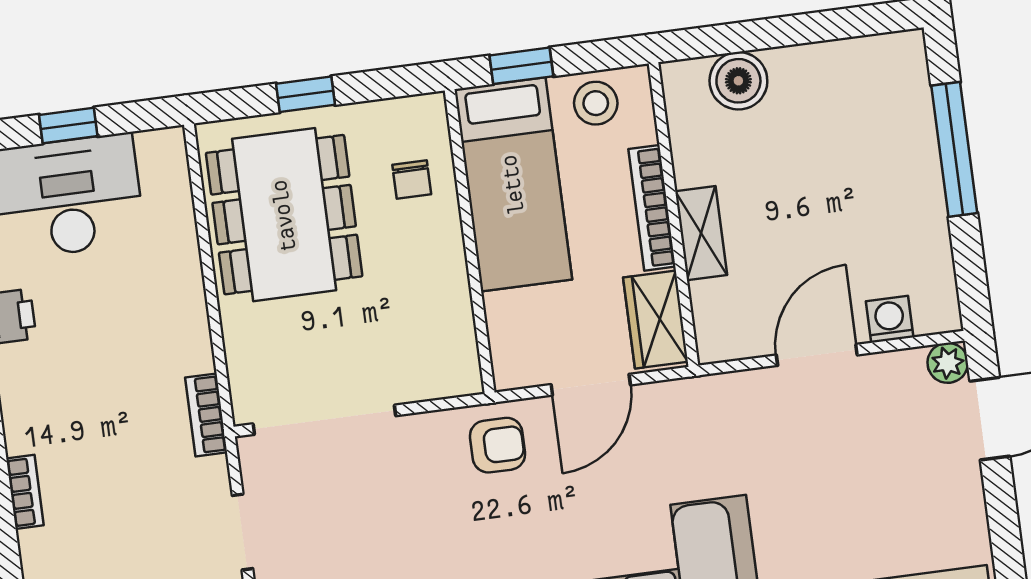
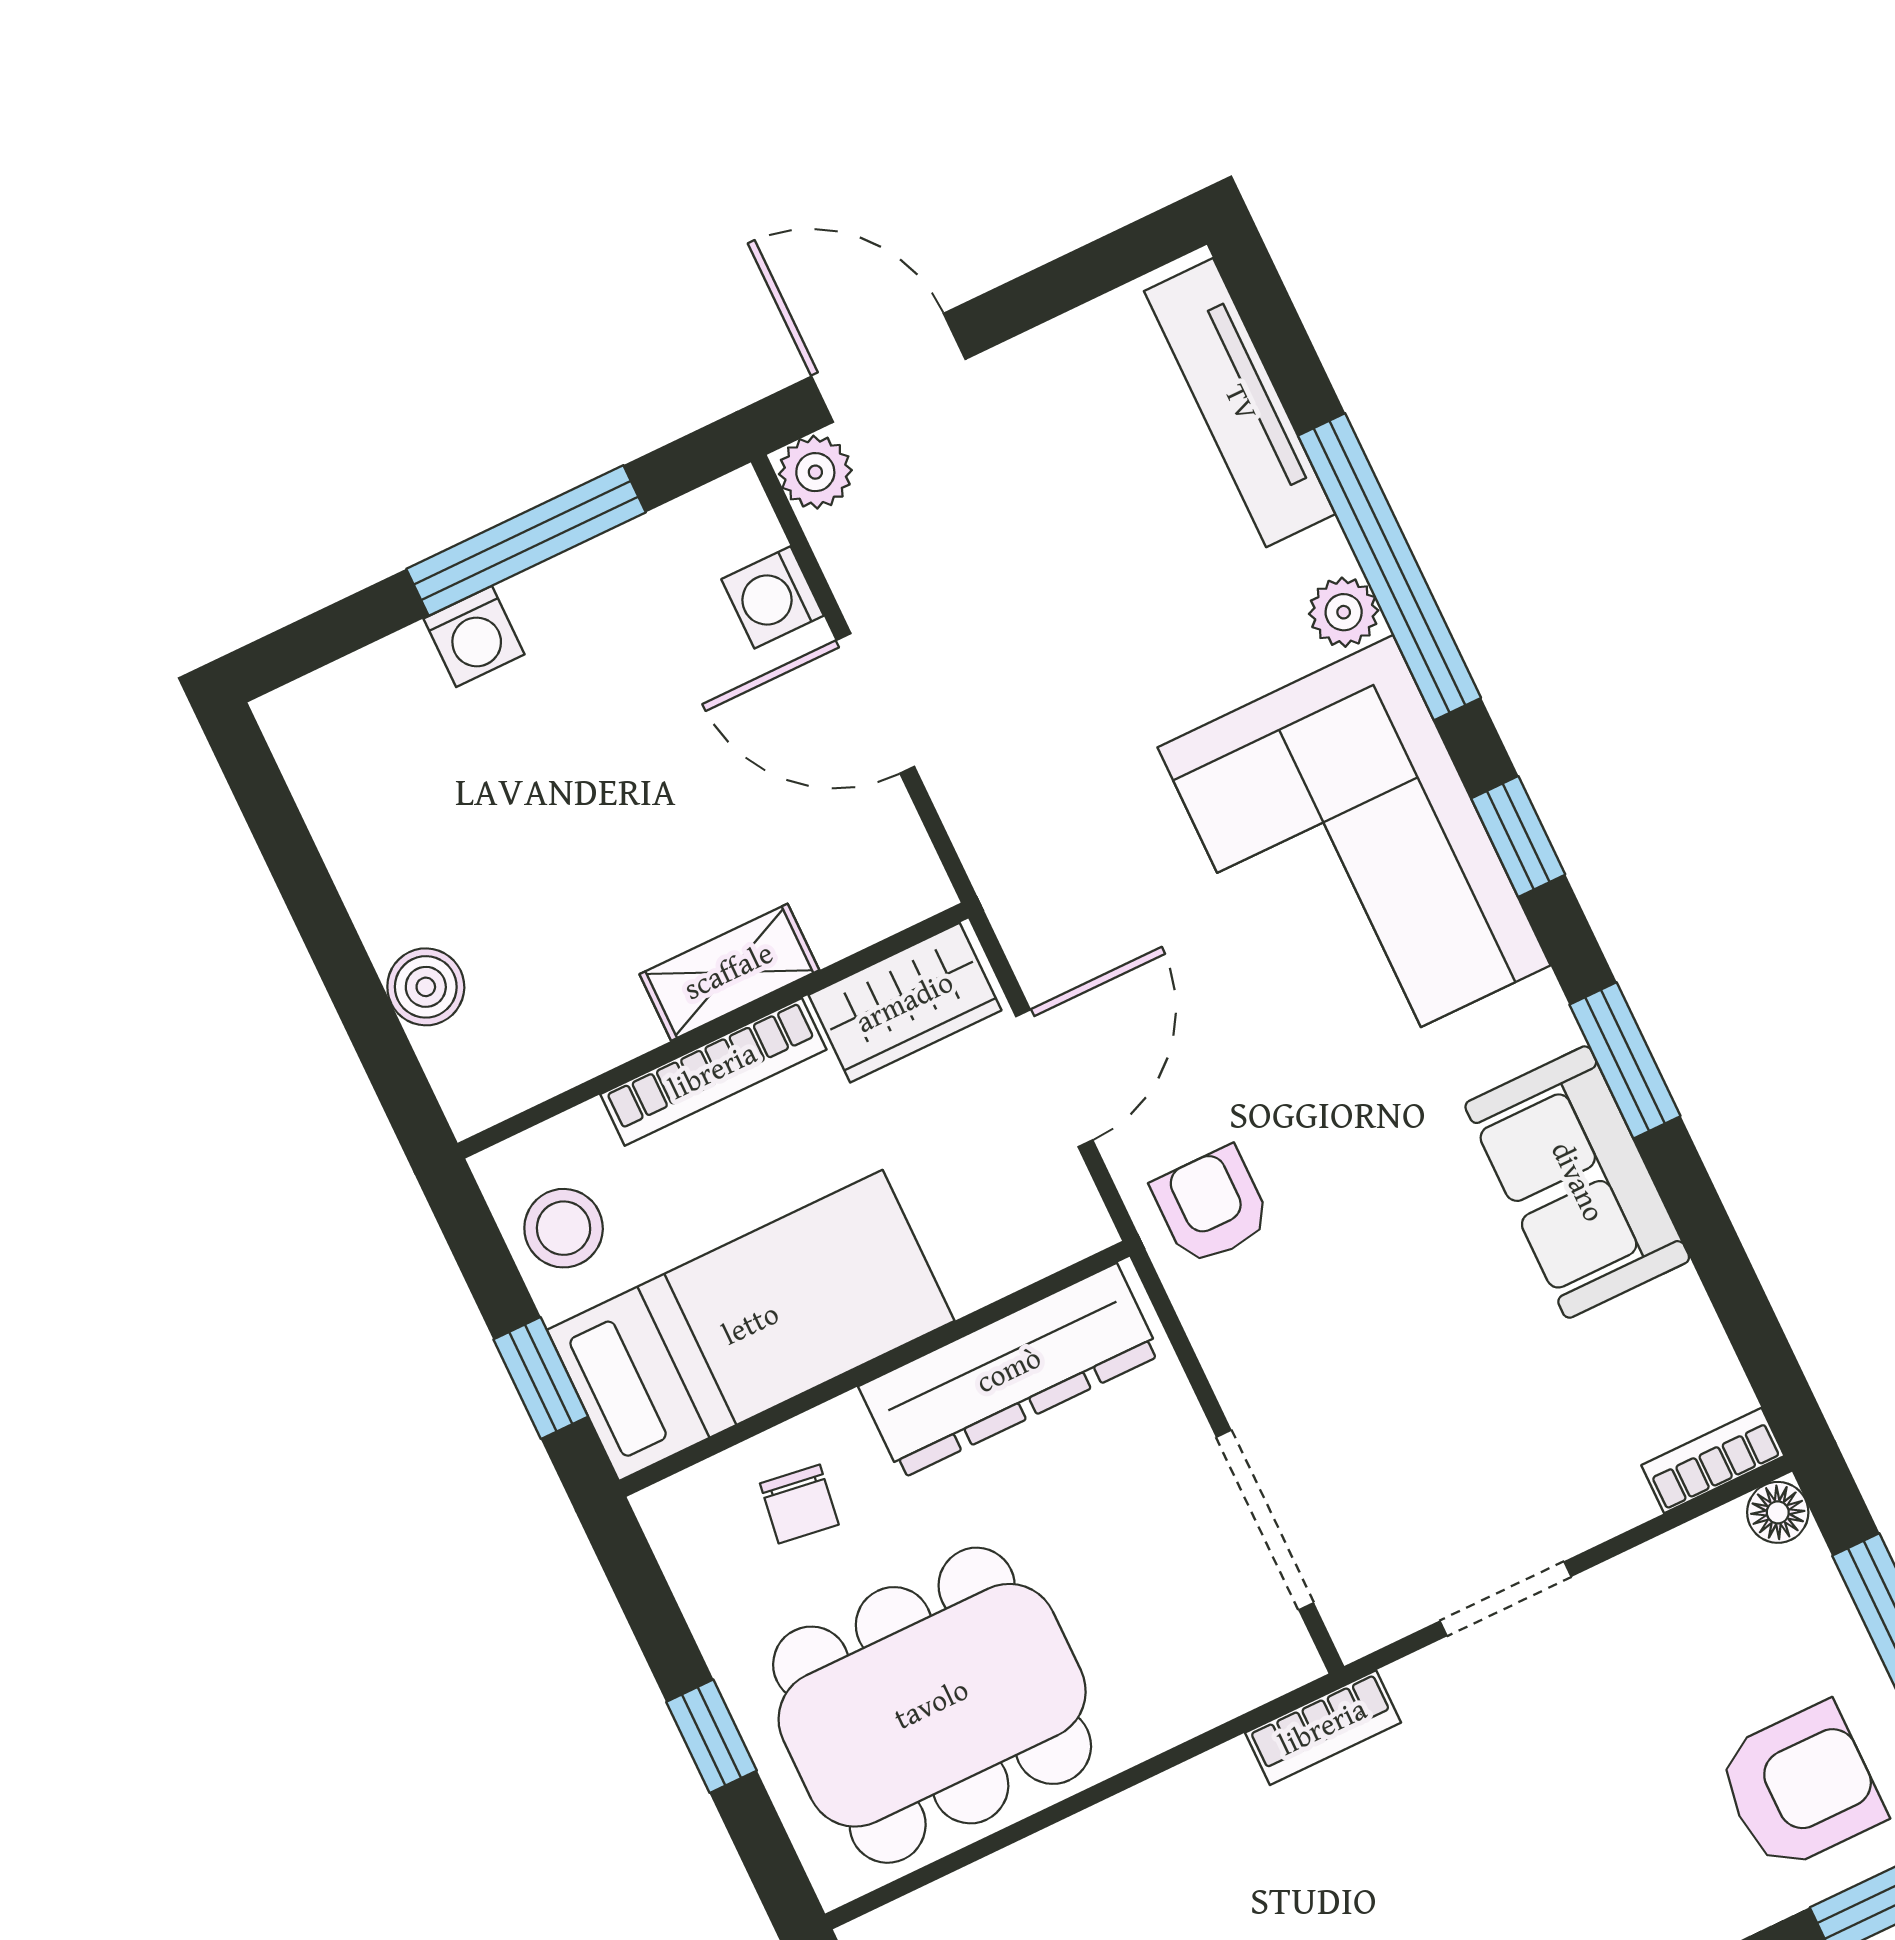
boiler: (738, 81) -> (426, 987), width x0.73, depth x0.73
window: (954, 149) -> (526, 541), moved
washing machine: (920, 157) -> (474, 636), added
chair: (412, 179) -> (799, 1504), turned 98
dresser: (446, 312) -> (1009, 1371), added
door: (591, 385) -> (1054, 1078), hinge flipped
doorway: (324, 420) -> (1265, 1520), width x0.73

